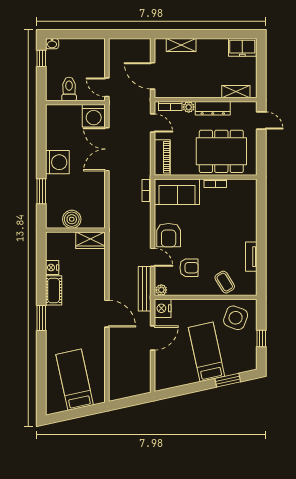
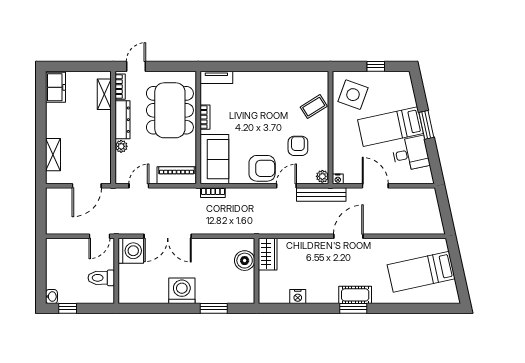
bookcase: (170, 106) -> (120, 87), moved
boiler: (72, 219) -> (245, 261), moved
tv unit: (251, 257) -> (216, 77), moved
cot: (54, 290) -> (355, 295), moved
nightstand: (163, 308) -> (338, 179), width x0.53, depth x0.56
desk: (182, 370) -> (411, 154), added
window: (228, 380) -> (426, 125), moved

